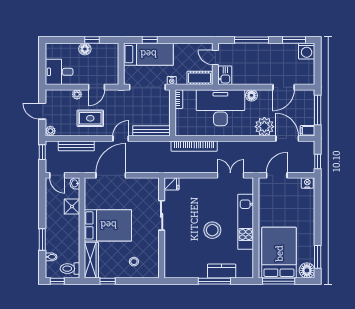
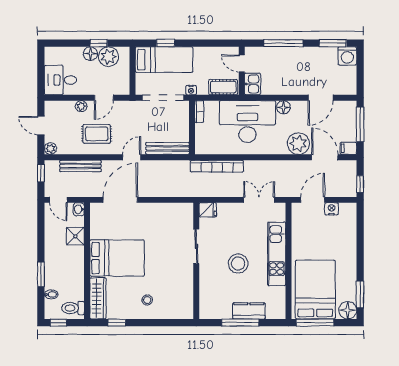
plant: (100, 52) -> (108, 57), added
nightstand: (307, 183) -> (332, 209), moved
fridge: (171, 184) -> (208, 210), moved
sliding door: (162, 215) -> (196, 246), moved
wall: (162, 228) -> (196, 261), moved

